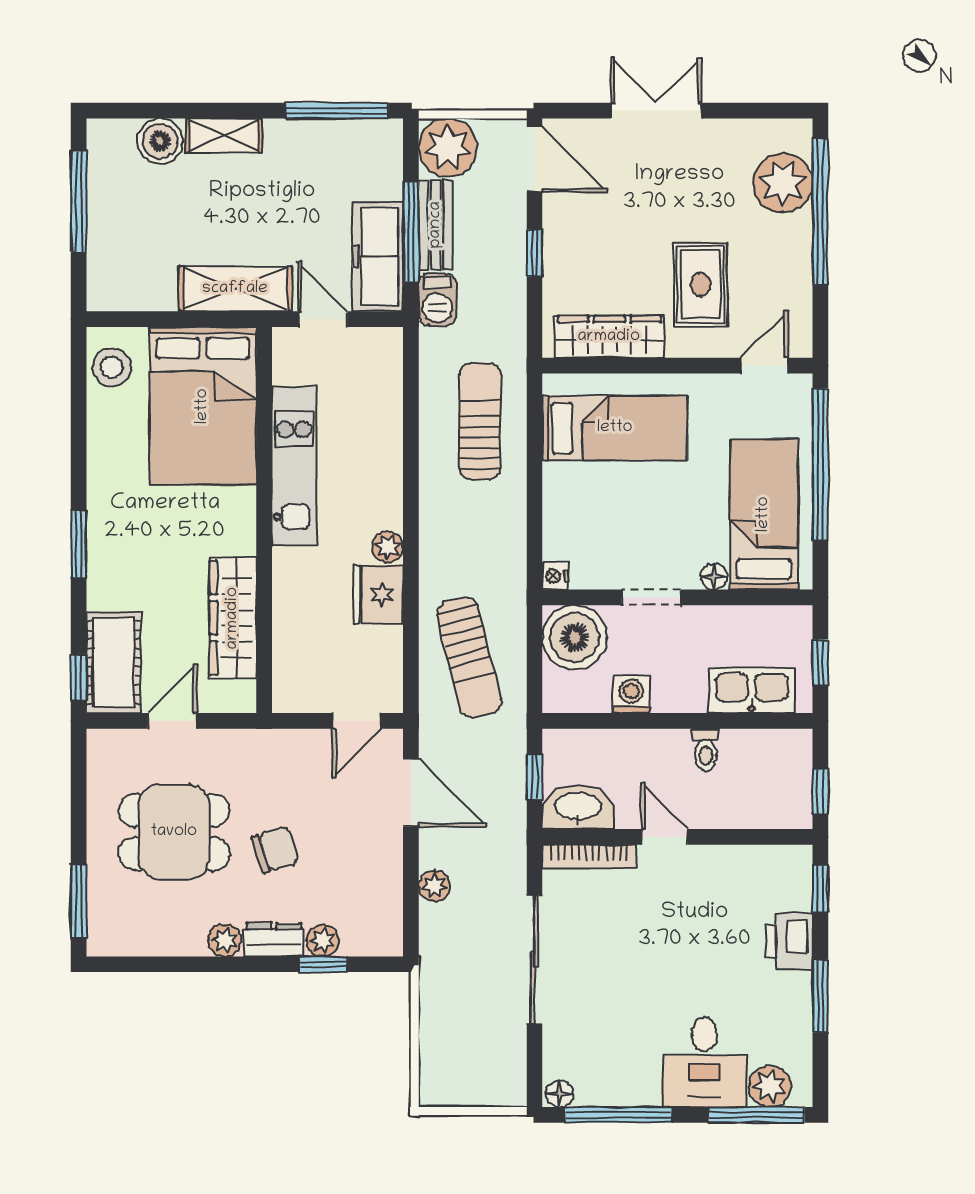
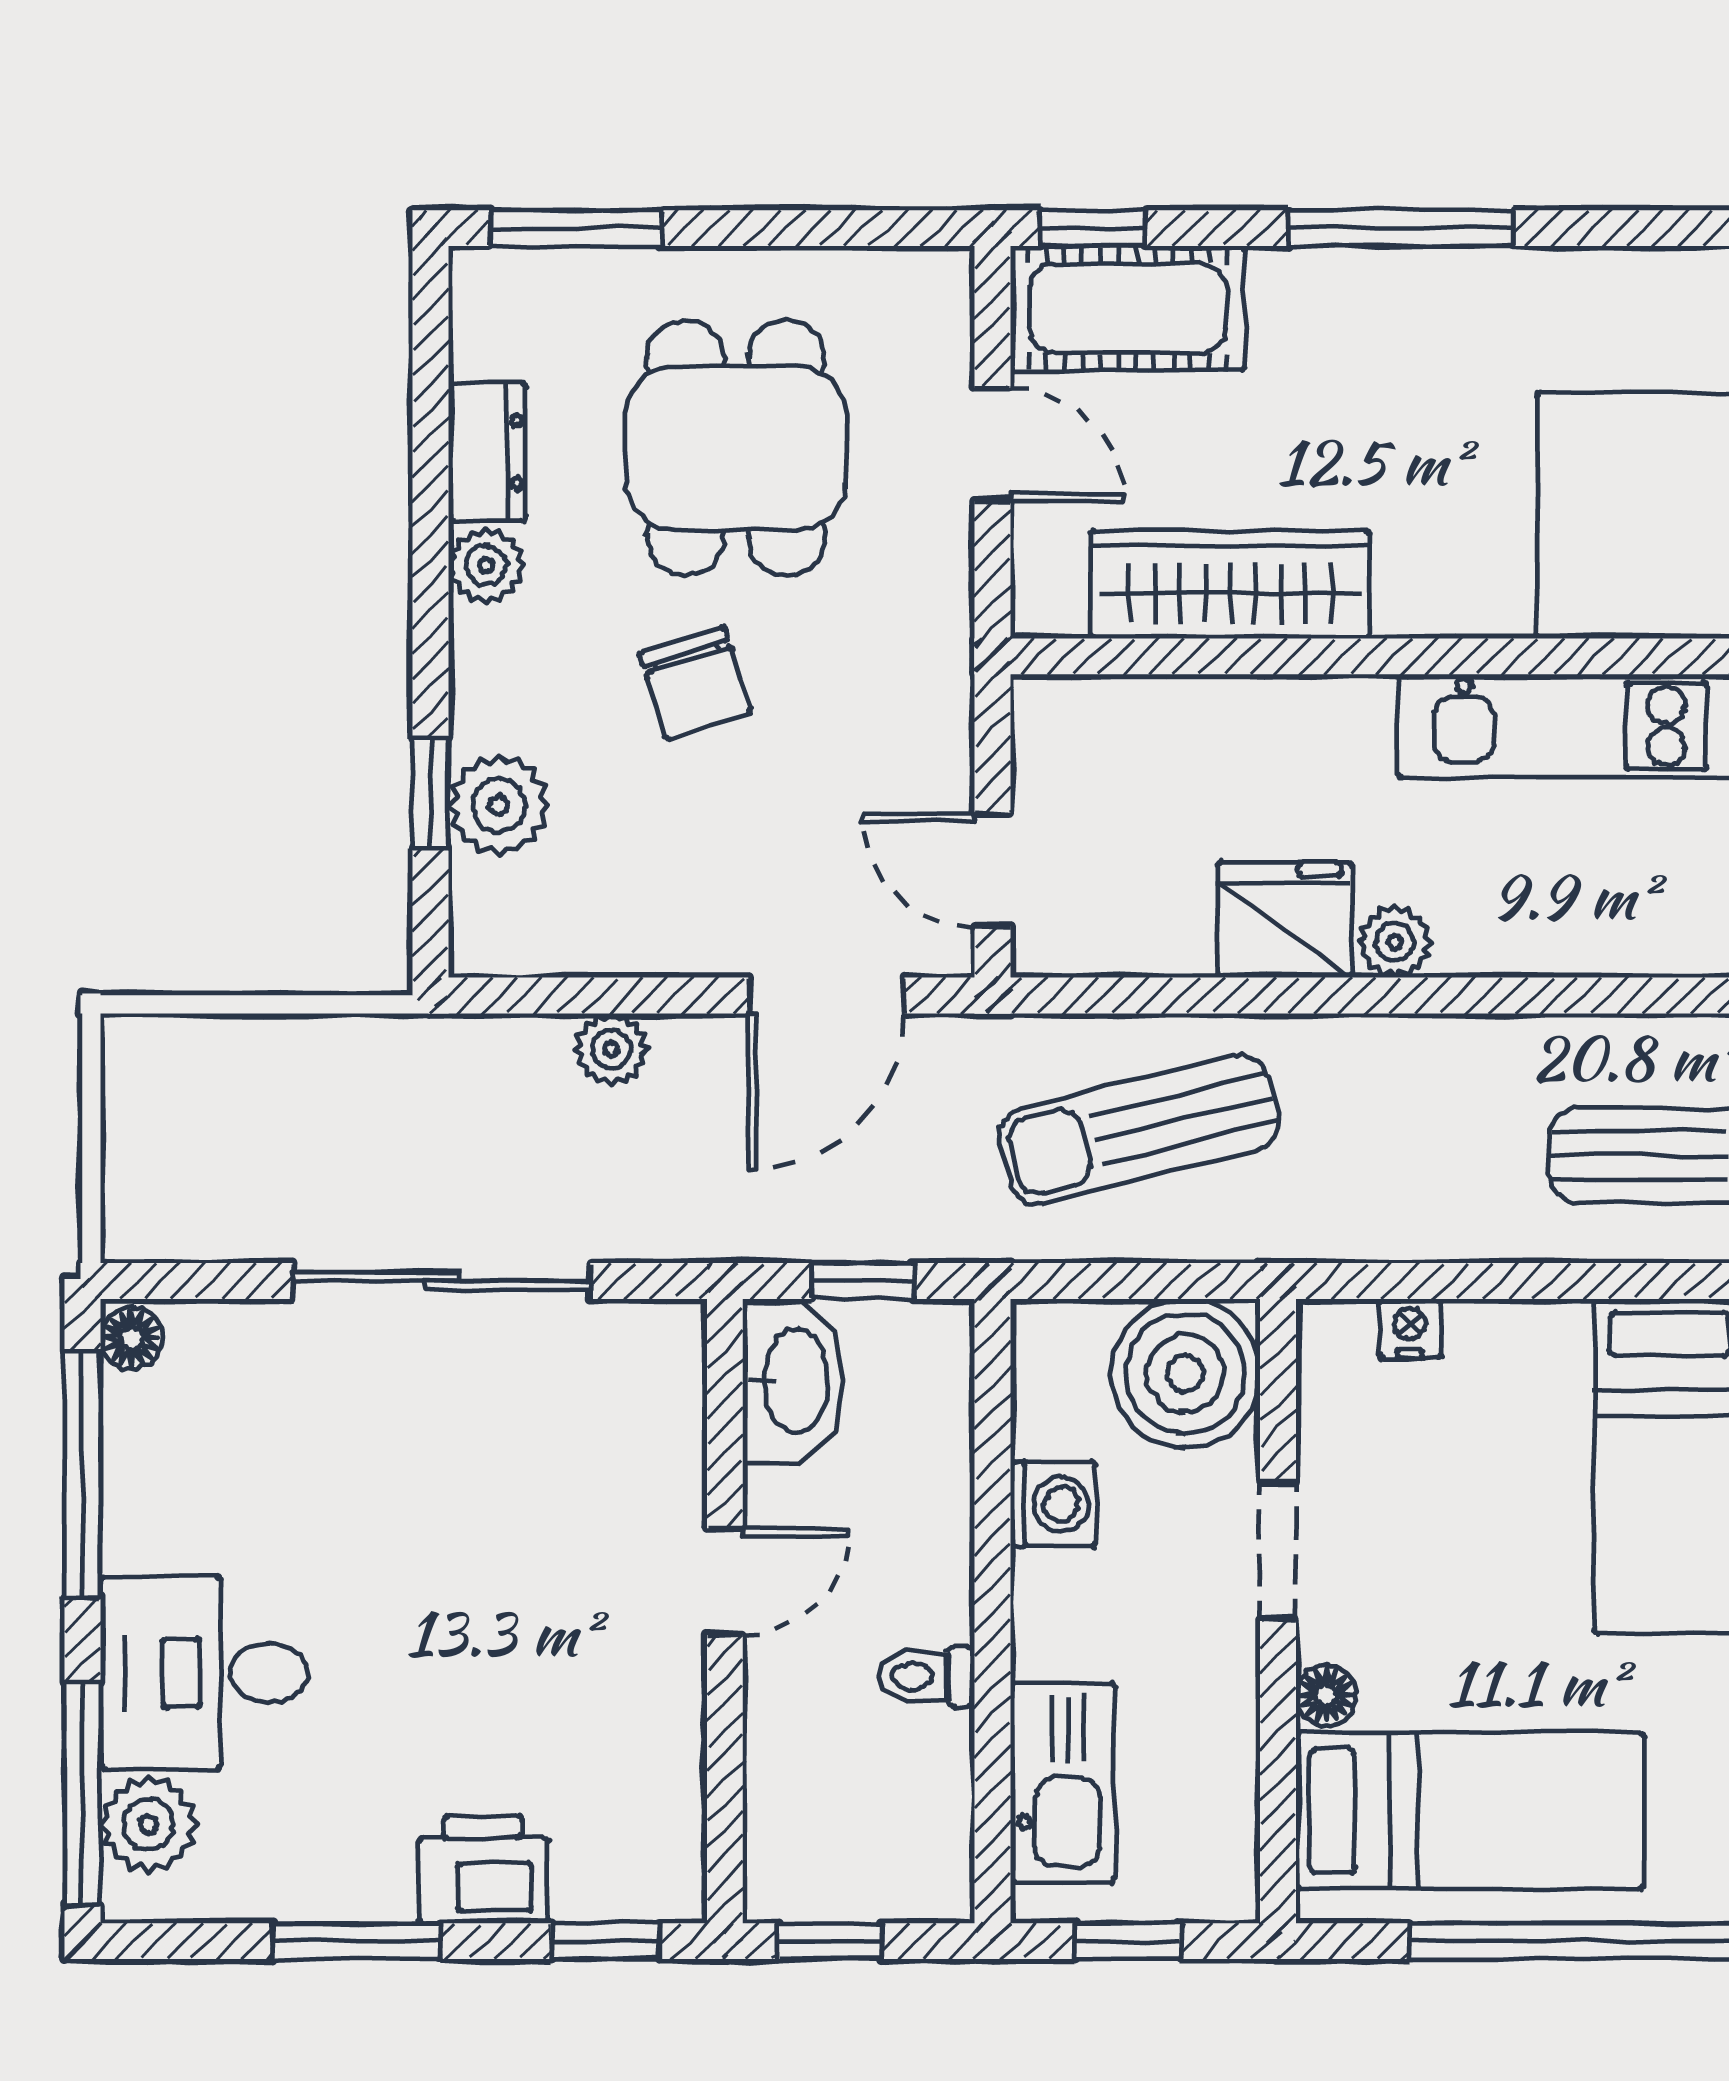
window: (79, 544) -> (1401, 228), width x1.44
nightstand: (555, 576) -> (1410, 1328), moved
bookcase: (589, 857) -> (679, 1407), removed
dresser: (274, 940) -> (487, 452), moved
plant: (323, 941) -> (499, 805), width x1.38, depth x1.38

